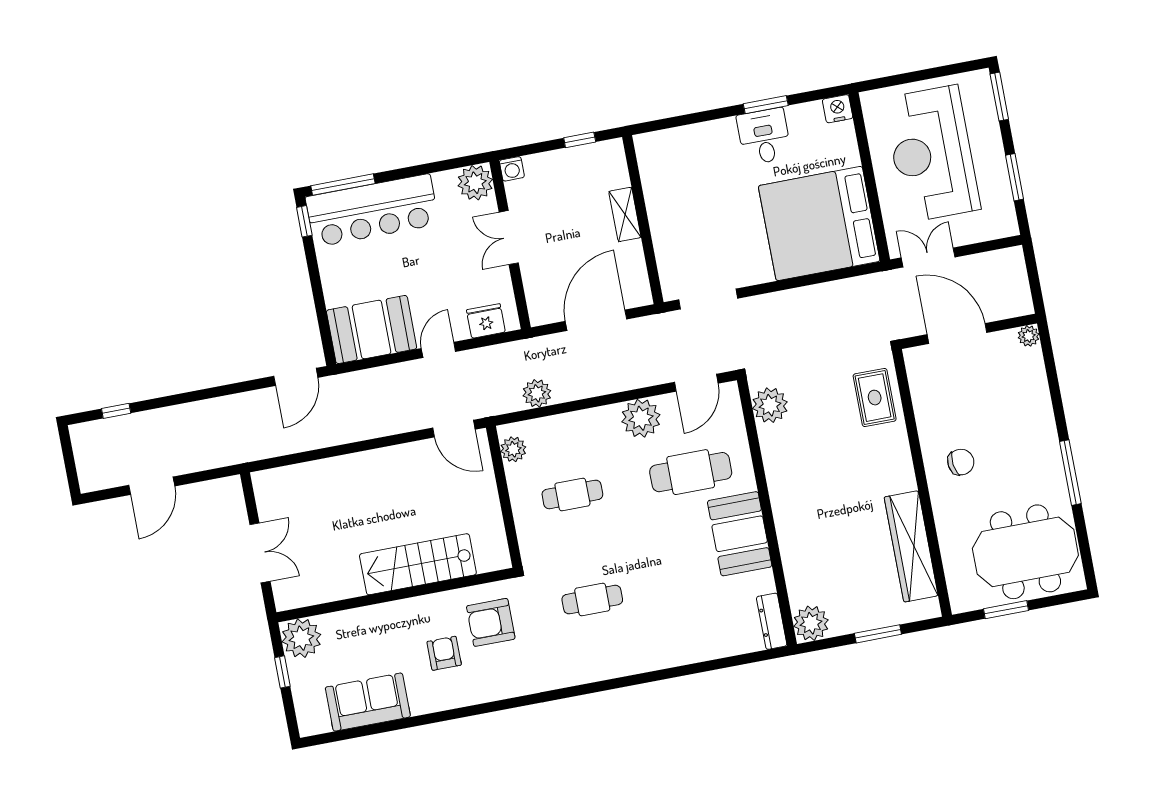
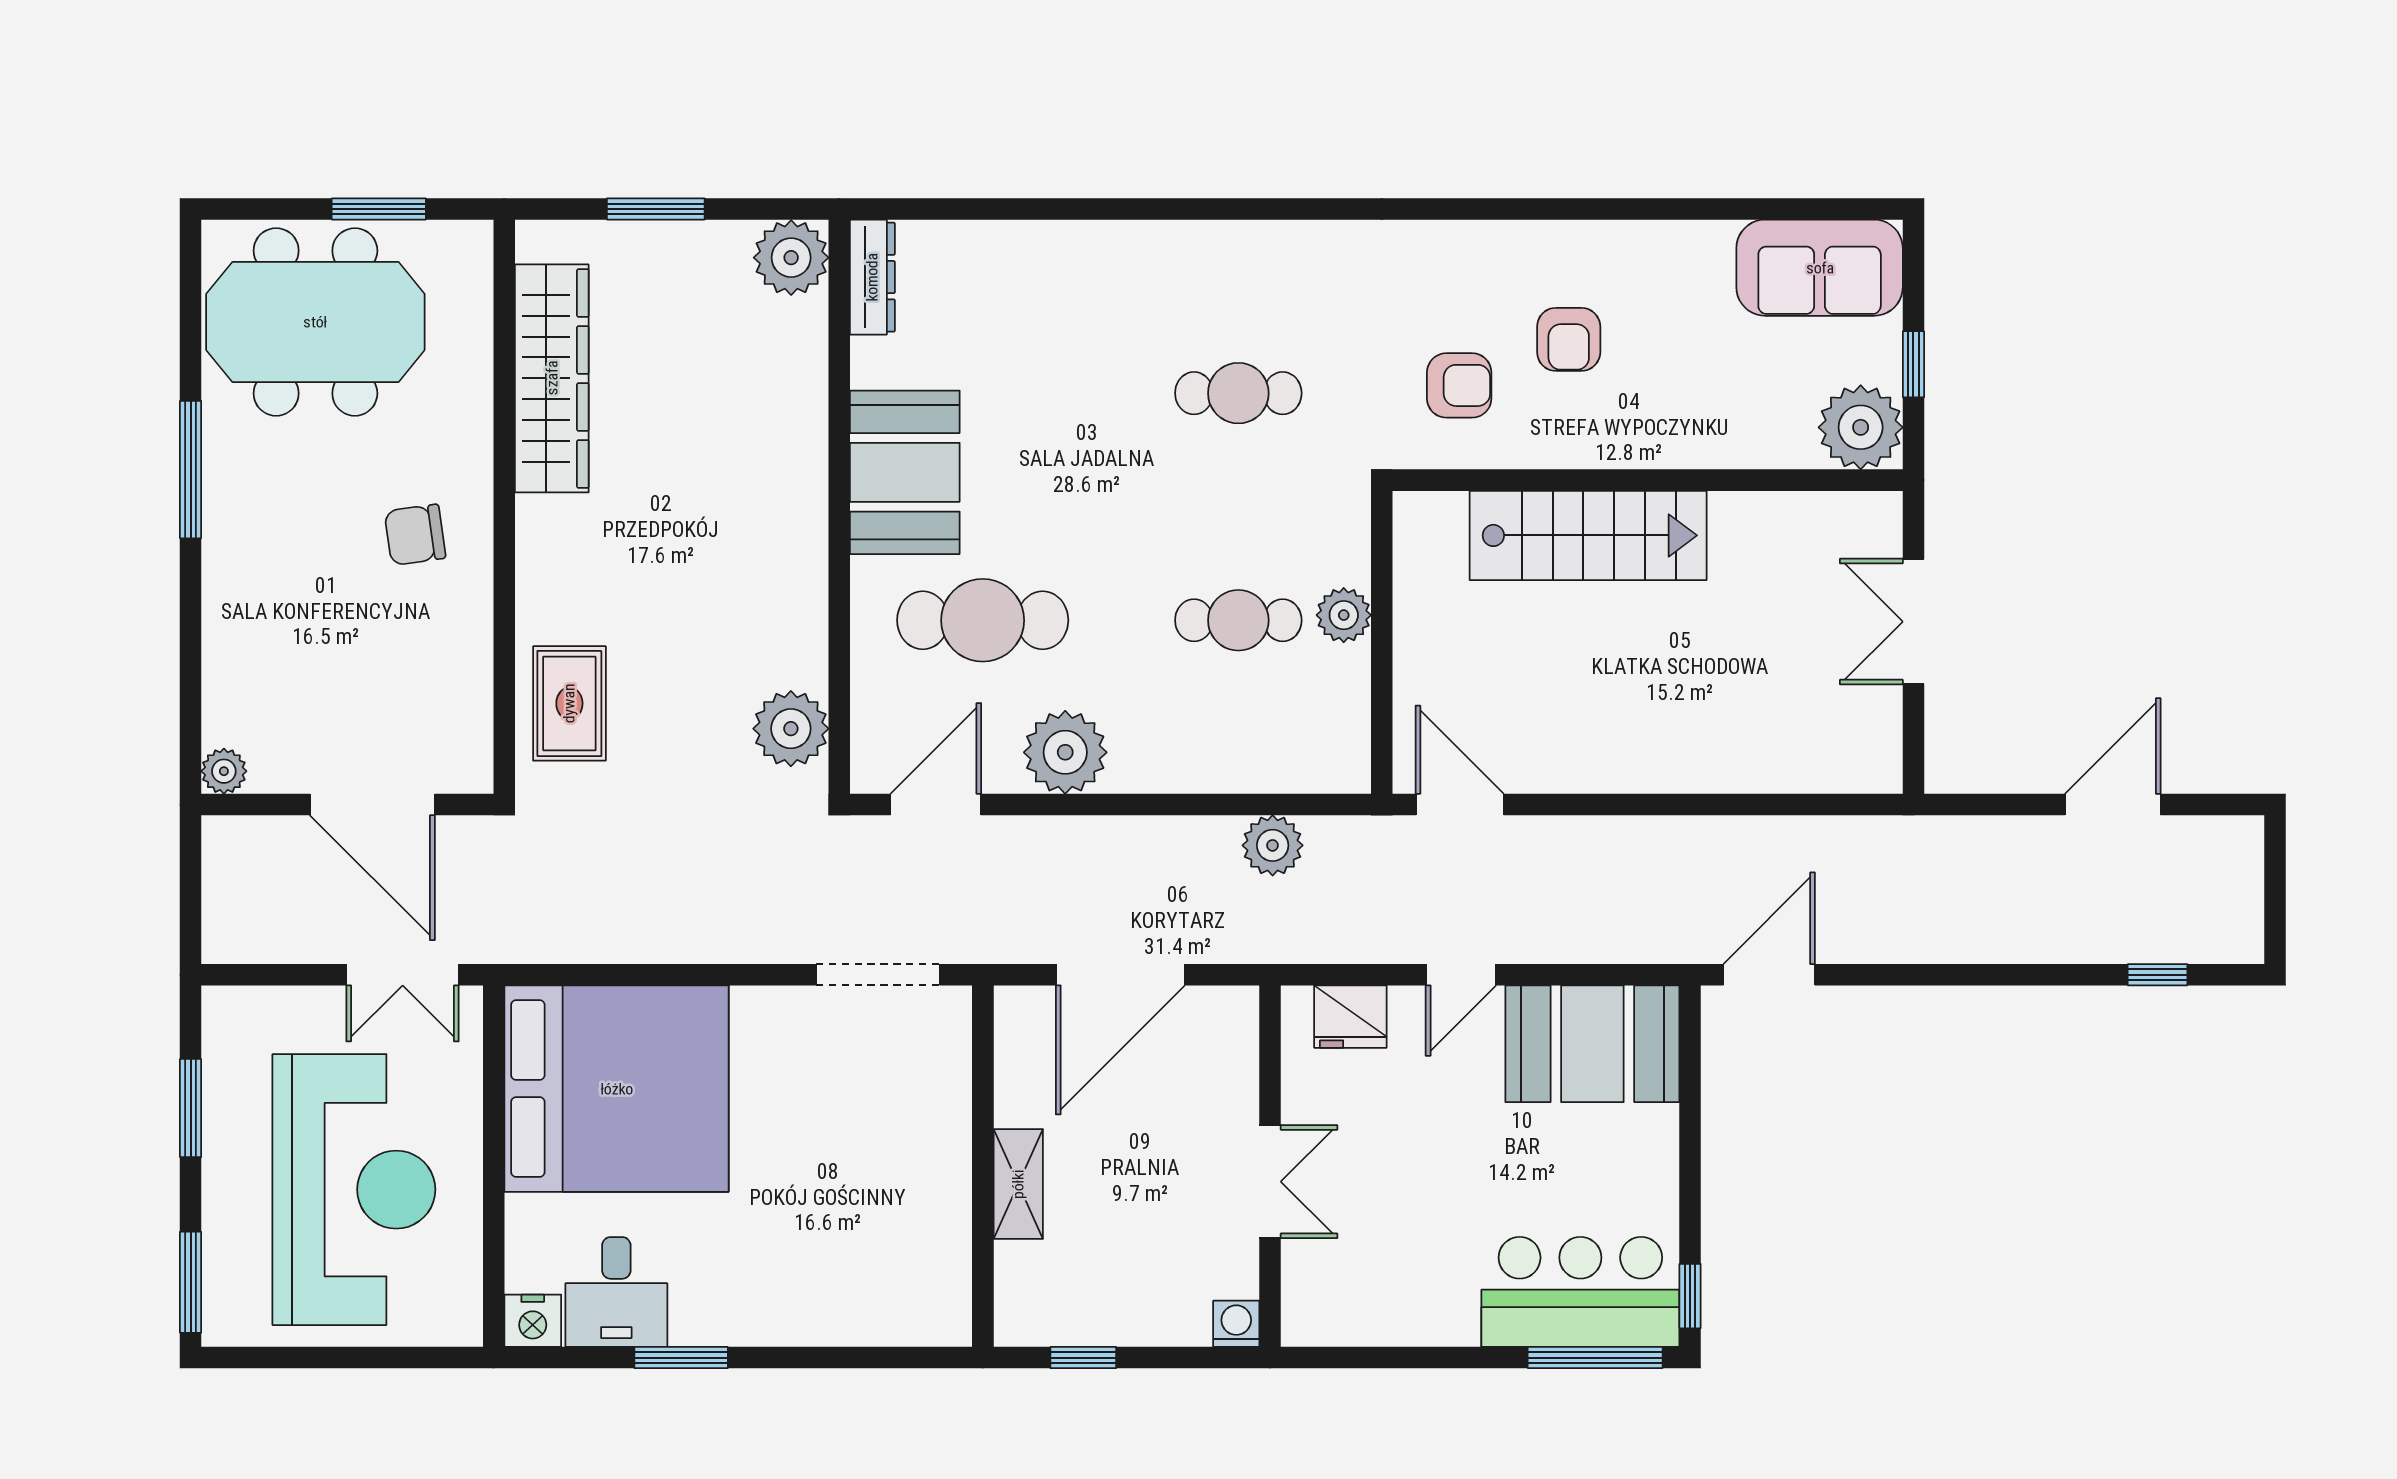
desk: (764, 136) -> (616, 1292), moved
plant: (475, 183) -> (1318, 1309), removed
bar counter: (372, 211) -> (1580, 1292), width x0.73
plant: (513, 449) -> (1344, 615), moved
armchair: (491, 622) -> (1459, 385), width x0.72, depth x0.72
sofa: (368, 702) -> (1820, 268), moved

